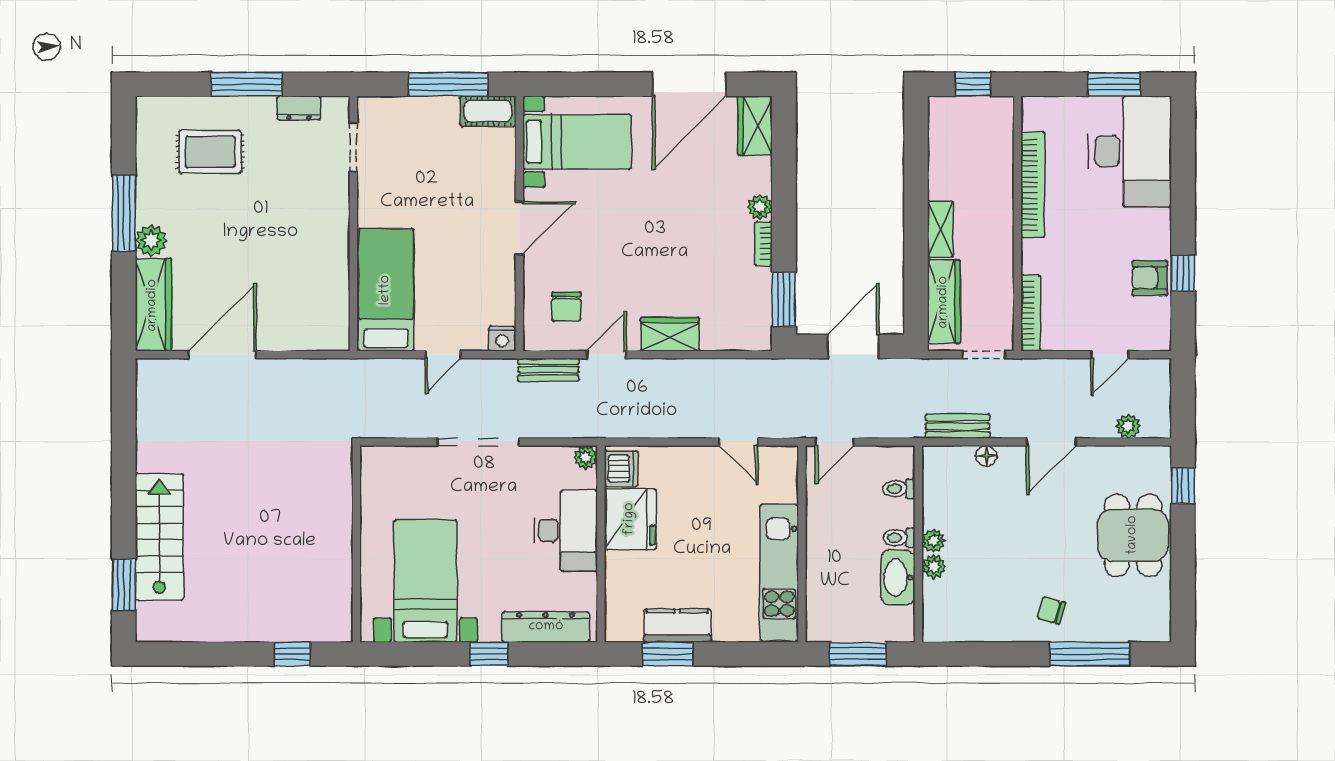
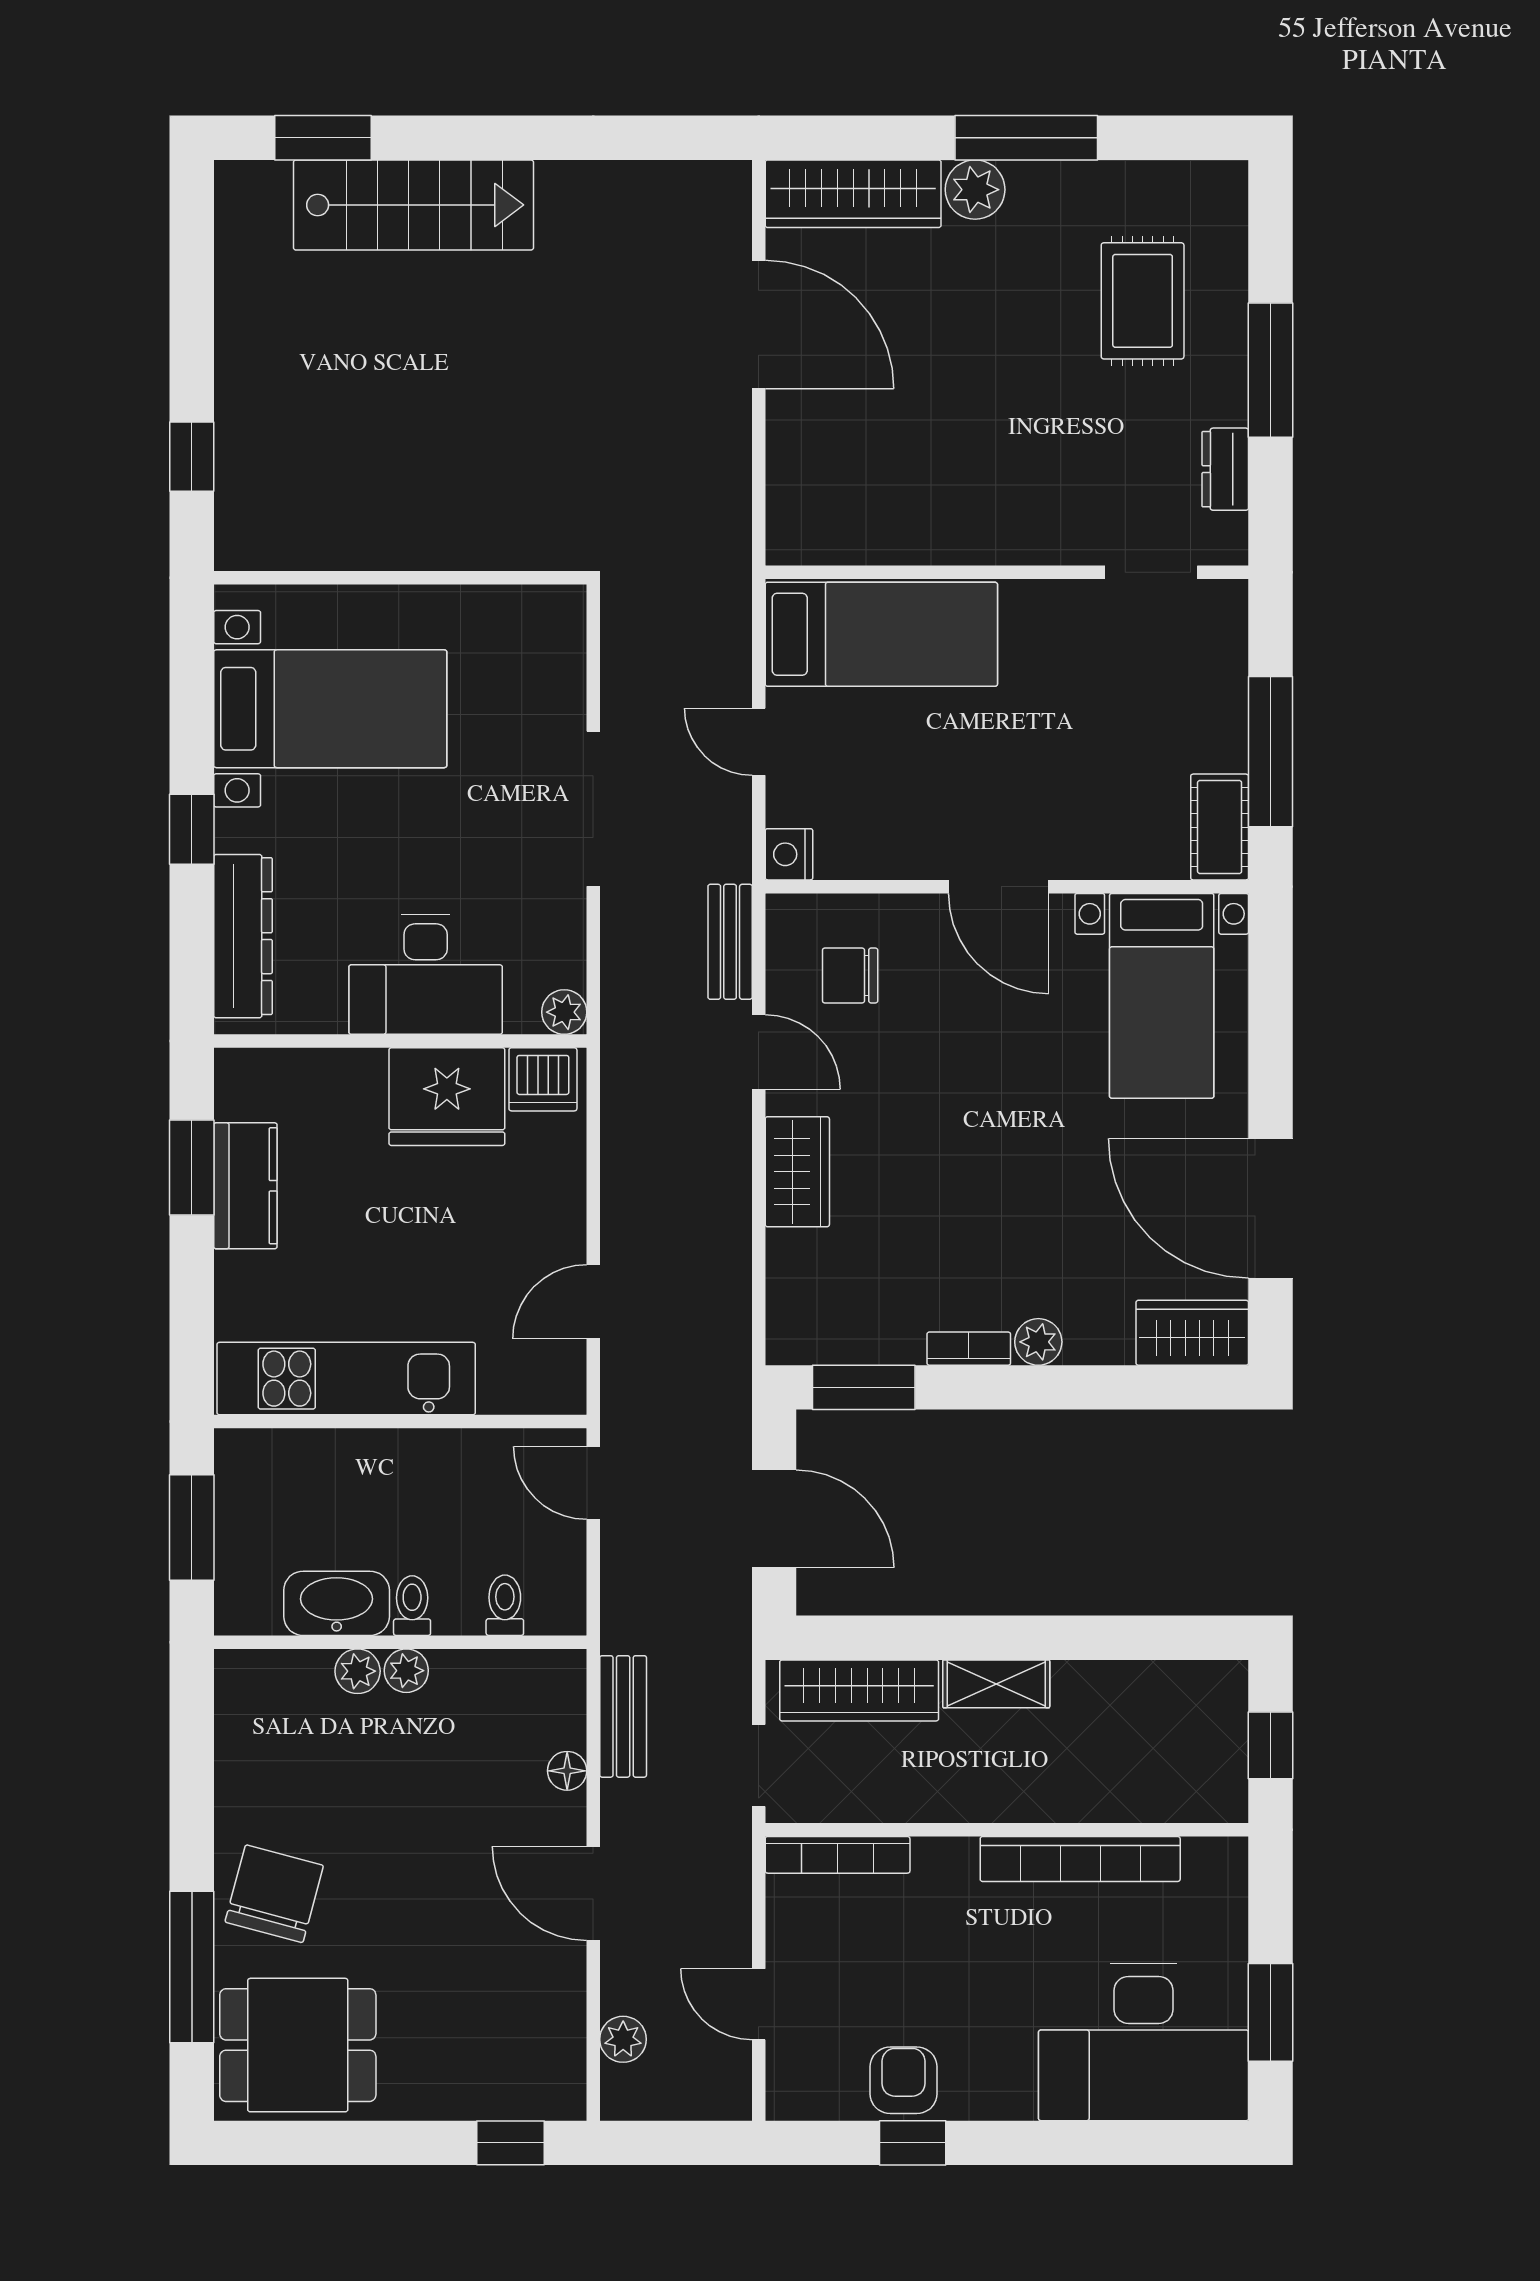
dining table: (1133, 535) -> (298, 2045), moved
chair: (1051, 610) -> (274, 1894), width x1.87, depth x1.87

